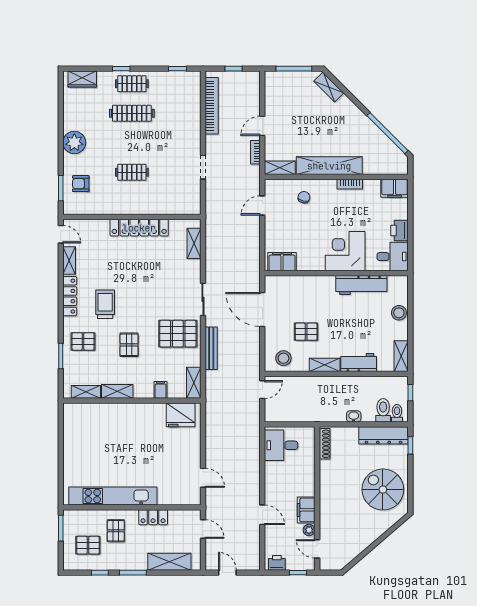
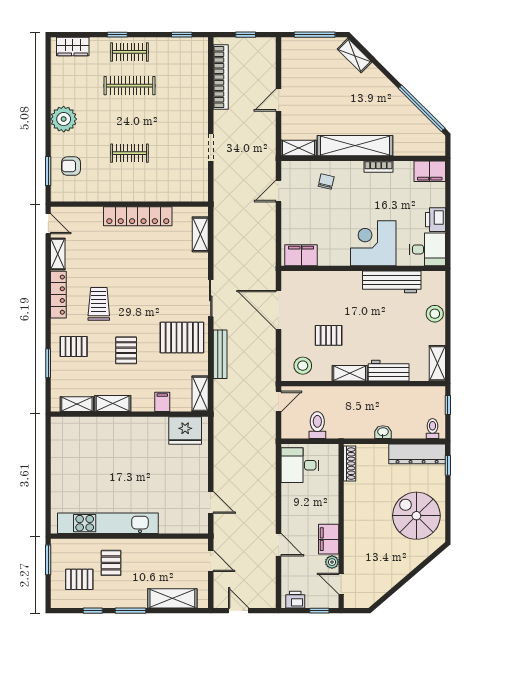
bookcase: (255, 152) -> (271, 130), removed
toilet: (383, 410) -> (317, 425), moved
locker: (153, 517) -> (154, 547), removed

